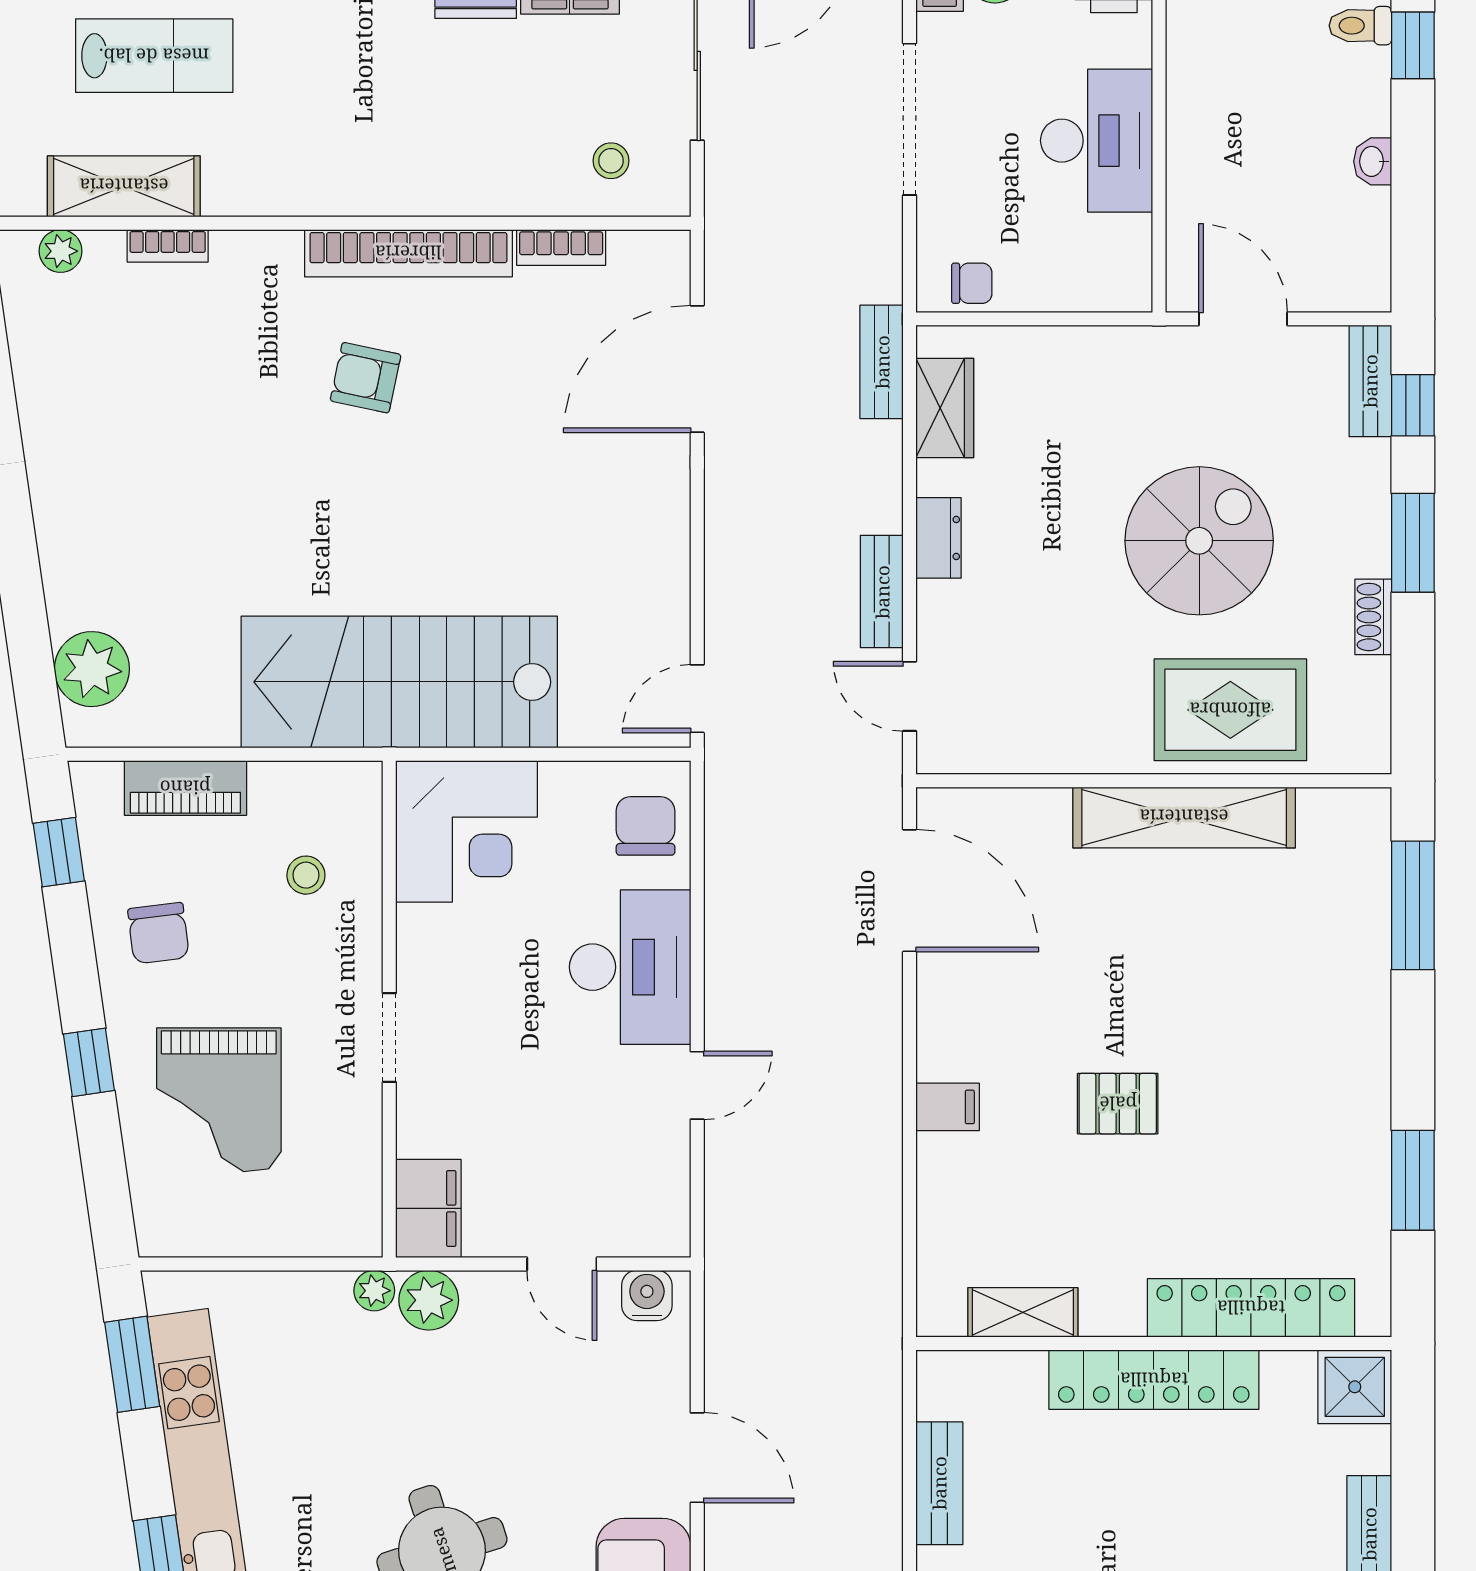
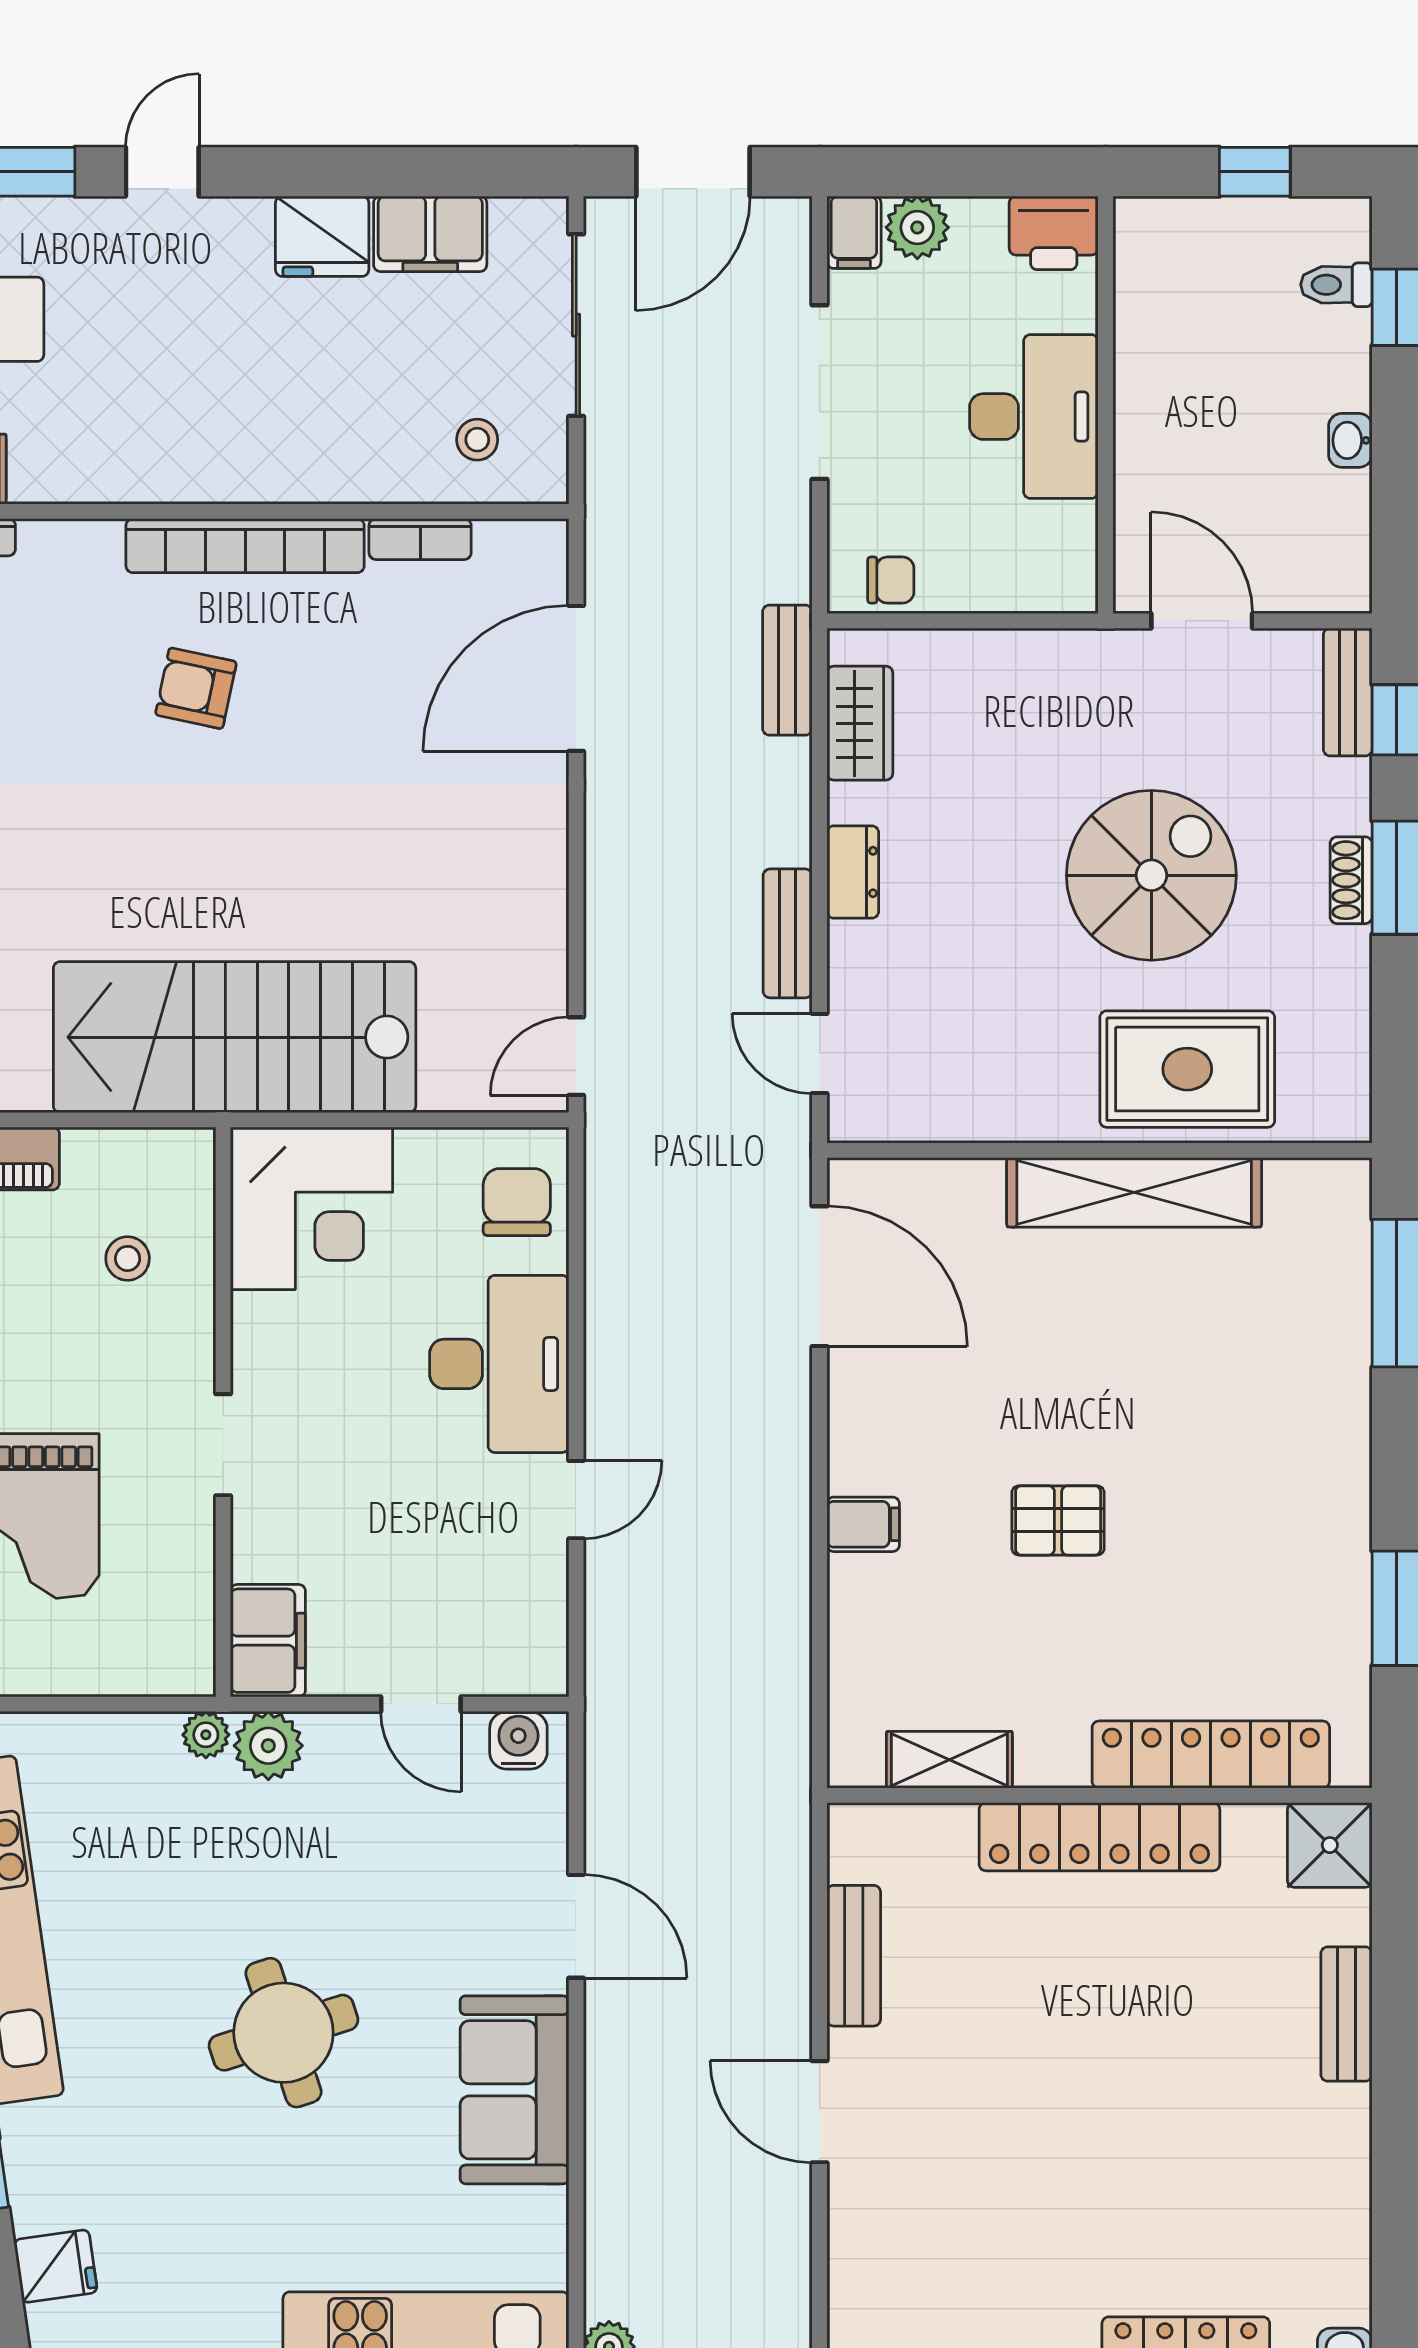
shoe rack: (1373, 617) -> (1351, 880), moved

